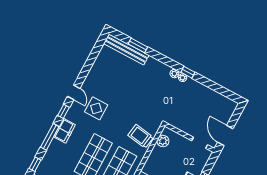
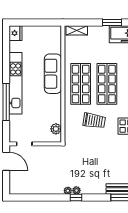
window: (188, 72) -> (76, 198), moved
trolley: (141, 136) -> (94, 121), moved

